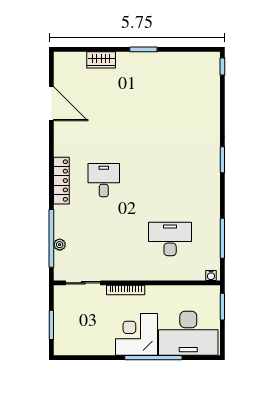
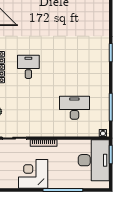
desk: (188, 333) -> (94, 160), moved, turned -90
corner desk: (137, 334) -> (33, 174), moved

